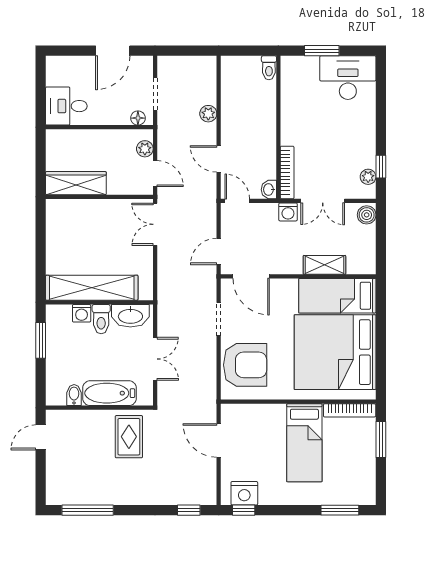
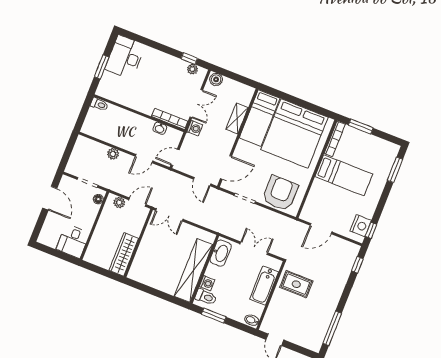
washbasin: (269, 190) -> (160, 128), moved
toilet: (101, 319) -> (206, 297), moved
bidet: (74, 395) -> (252, 320), moved

